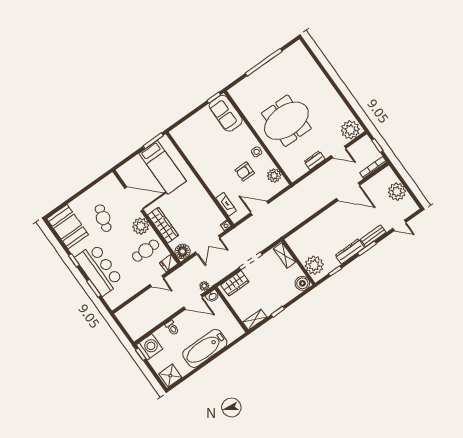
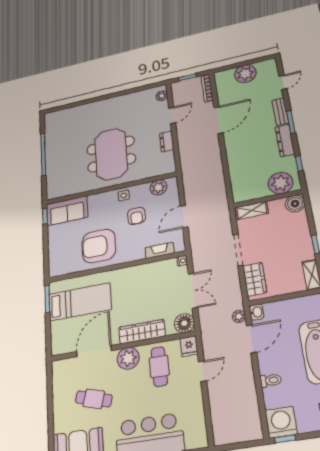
plant: (350, 130) -> (162, 96), width x0.53, depth x0.53
armchair: (209, 156) -> (99, 246), added

